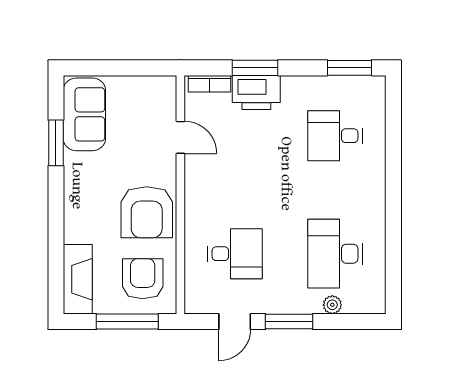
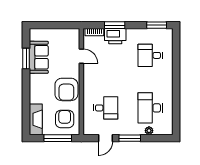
sofa: (84, 114) -> (39, 57), moved

